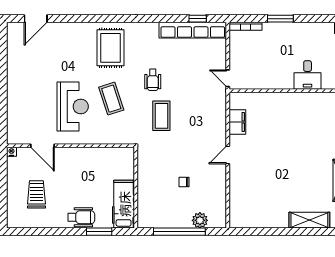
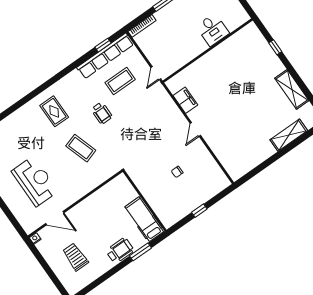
rug: (110, 48) -> (54, 111), width x0.73, depth x0.70
door: (228, 78) -> (156, 73), hinge flipped
reception desk: (73, 106) -> (35, 181), moved
coffee table: (161, 116) -> (120, 81), moved, turned 90
plant: (200, 220) -> (209, 192), removed
window: (179, 232) -> (199, 211), width x0.32

